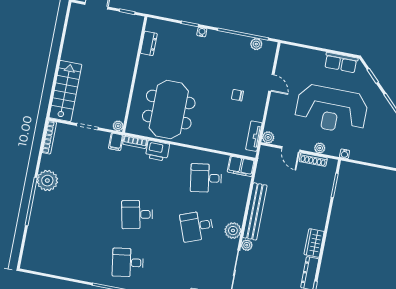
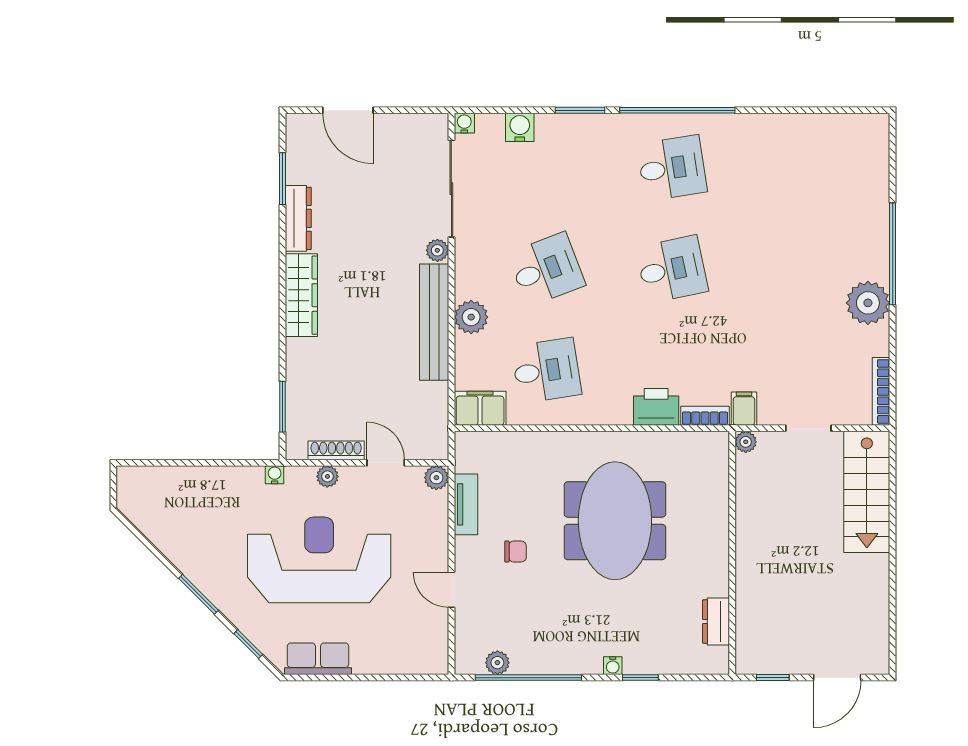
meeting table: (169, 110) -> (615, 521), moved
tv unit: (254, 136) -> (466, 504), moved
plant: (233, 231) -> (471, 317), moved
wardrobe: (314, 243) -> (301, 295), width x1.50

